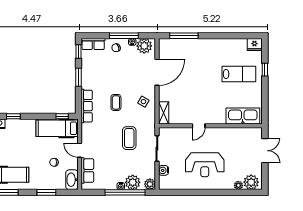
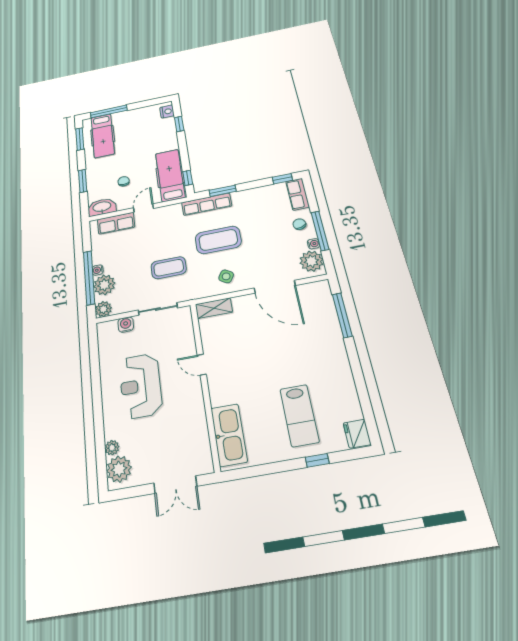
window: (79, 77) -> (223, 191), moved
coffee table: (116, 102) -> (218, 240), width x1.86, depth x1.72

